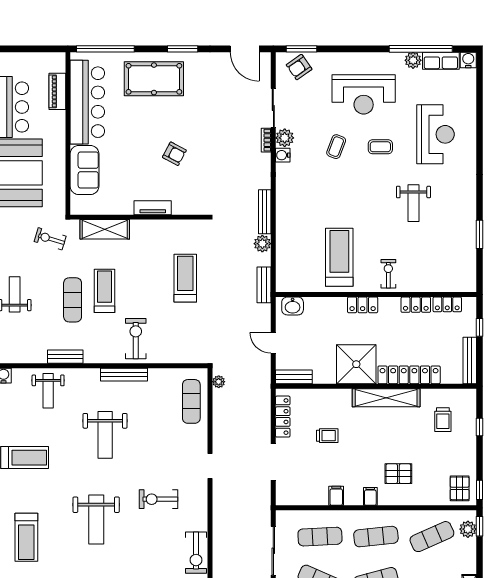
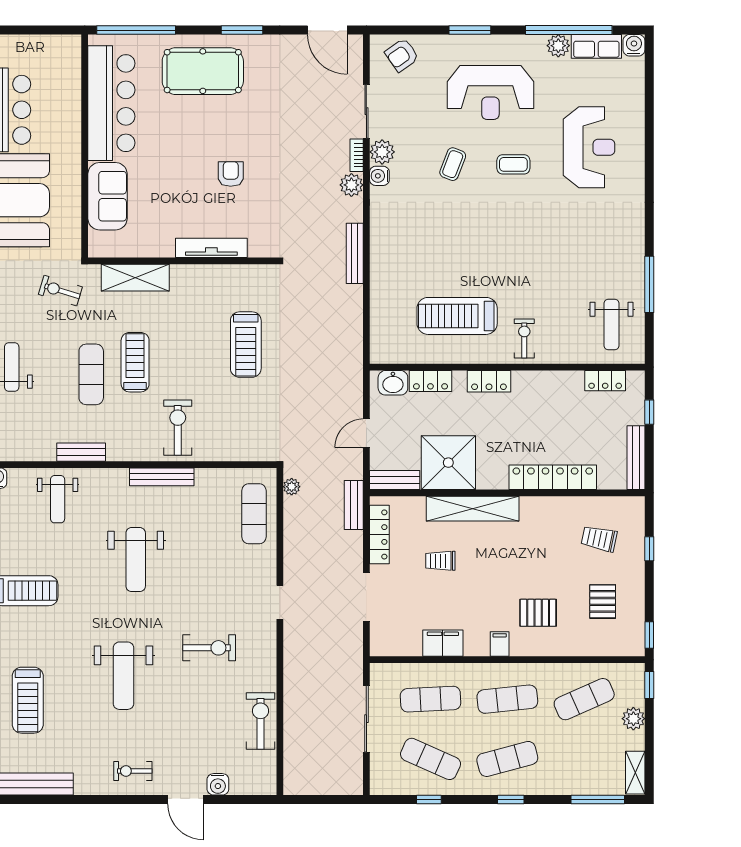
window: (301, 49) -> (470, 30), moved
piano: (57, 91) -> (70, 88), removed
armchair: (174, 154) -> (231, 174), turned -118
weight bench: (413, 203) -> (612, 325), moved
tv unit: (153, 208) -> (211, 248), width x1.41
window: (479, 234) -> (649, 284), width x1.44
plant: (262, 244) -> (351, 185), moved
treadmill: (339, 257) -> (457, 316), turned -90
treadmill: (185, 278) -> (246, 345), turned 180
bench: (264, 285) -> (354, 505), moved
locker: (416, 305) -> (430, 381), moved
door: (273, 343) -> (366, 433), hinge flipped
shower: (356, 364) -> (448, 463), moved
shelving: (386, 398) -> (473, 509), moved
trolley: (443, 420) -> (599, 539), turned 102
trolley: (327, 436) -> (440, 561), turned 180
pallet: (460, 488) -> (603, 601), moved
filing cabinet: (336, 496) -> (443, 643), width x2.00
exercise bike: (159, 499) -> (209, 648), turned 180
plant: (468, 529) -> (633, 719), moved
exercise bike: (196, 553) -> (260, 721), turned 180

